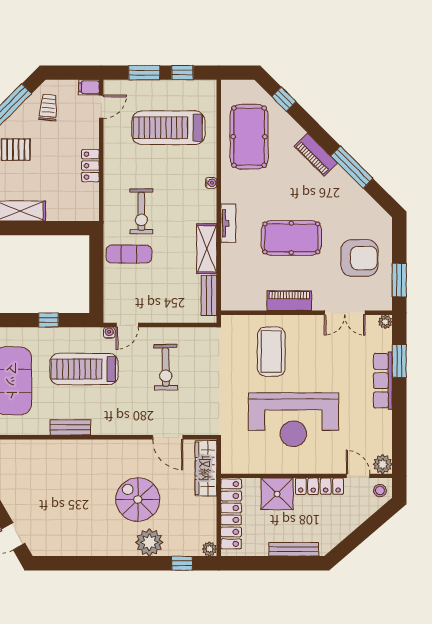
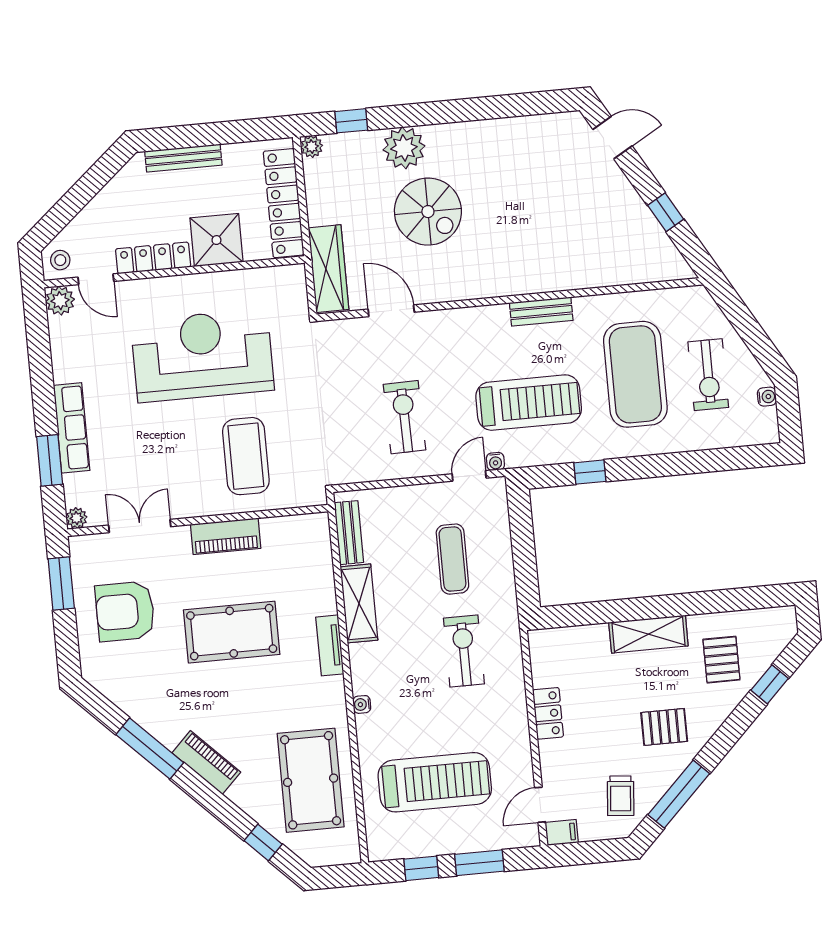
exercise mat: (129, 254) -> (452, 559), moved, turned 90

